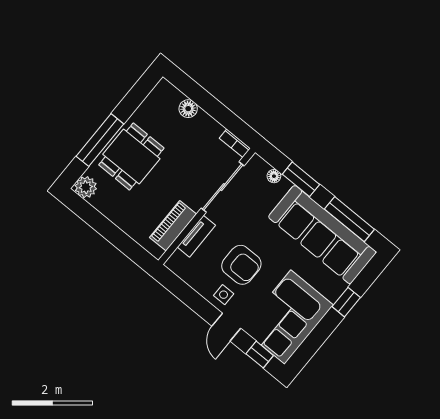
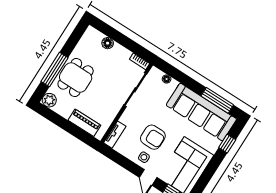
window: (301, 179) -> (184, 79), removed
piano: (173, 226) -> (84, 123), moved, turned 90
tv unit: (196, 236) -> (115, 135), moved
window: (346, 302) -> (227, 144), moved

